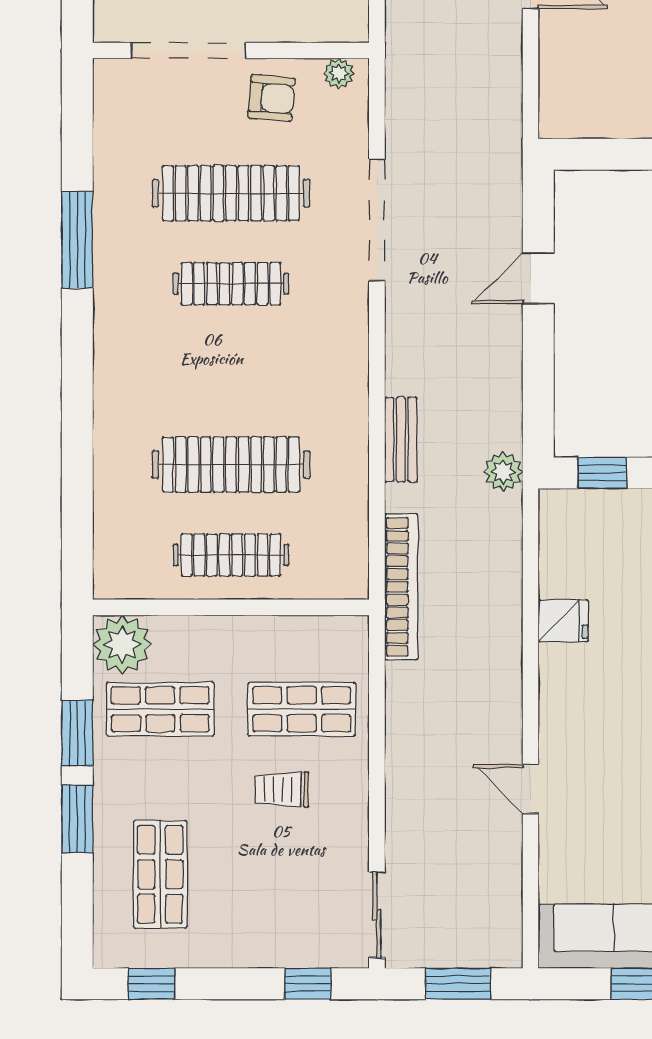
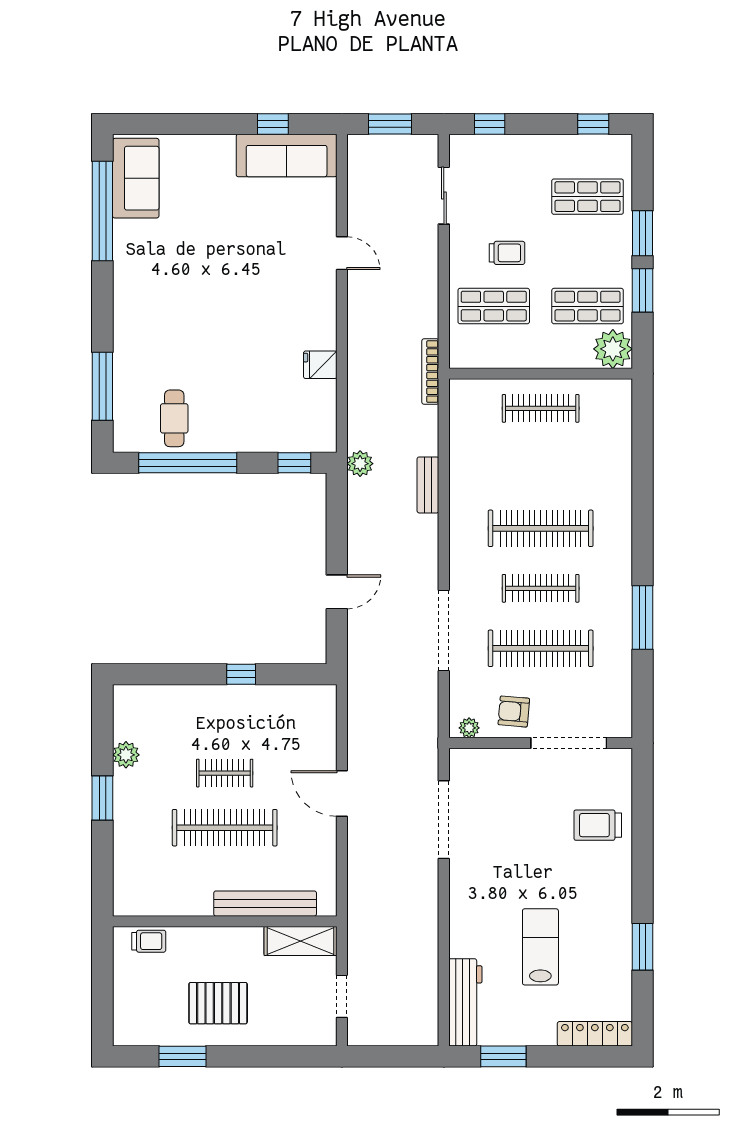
clothes rail: (231, 465) -> (541, 528), moved
bookcase: (401, 587) -> (430, 372), width x0.68, depth x0.76
shop shelf: (160, 874) -> (588, 197), turned 90
sliding door: (377, 915) -> (444, 196), moved

